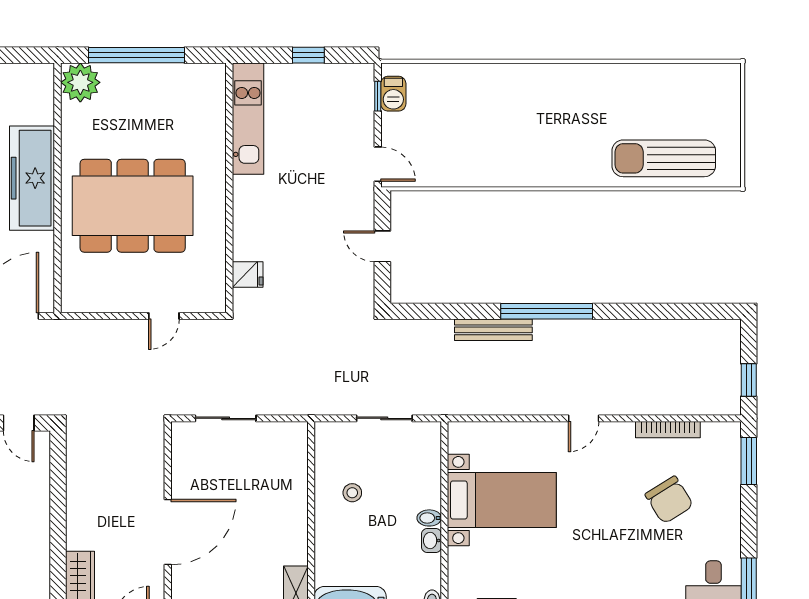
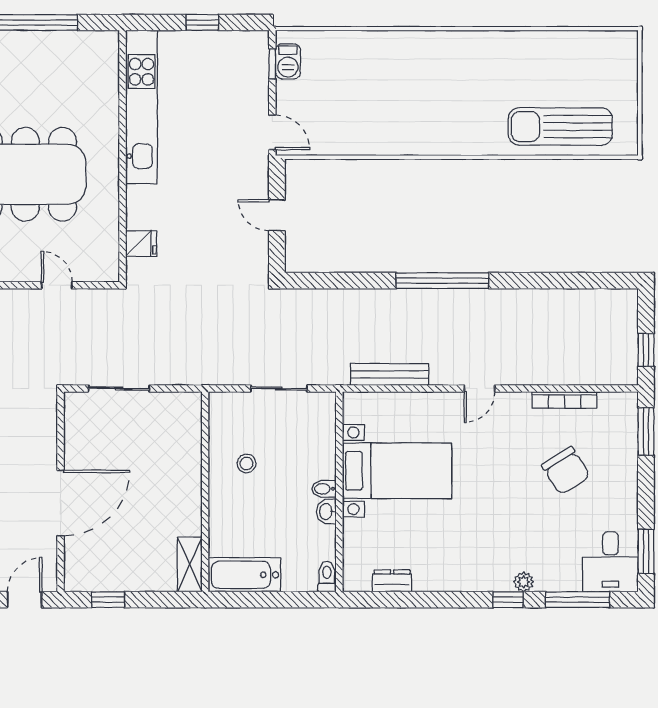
kitchen unit: (248, 119) -> (141, 107), width x1.36
door: (164, 316) -> (57, 285), swing flipped
bench: (493, 330) -> (390, 374), moved

